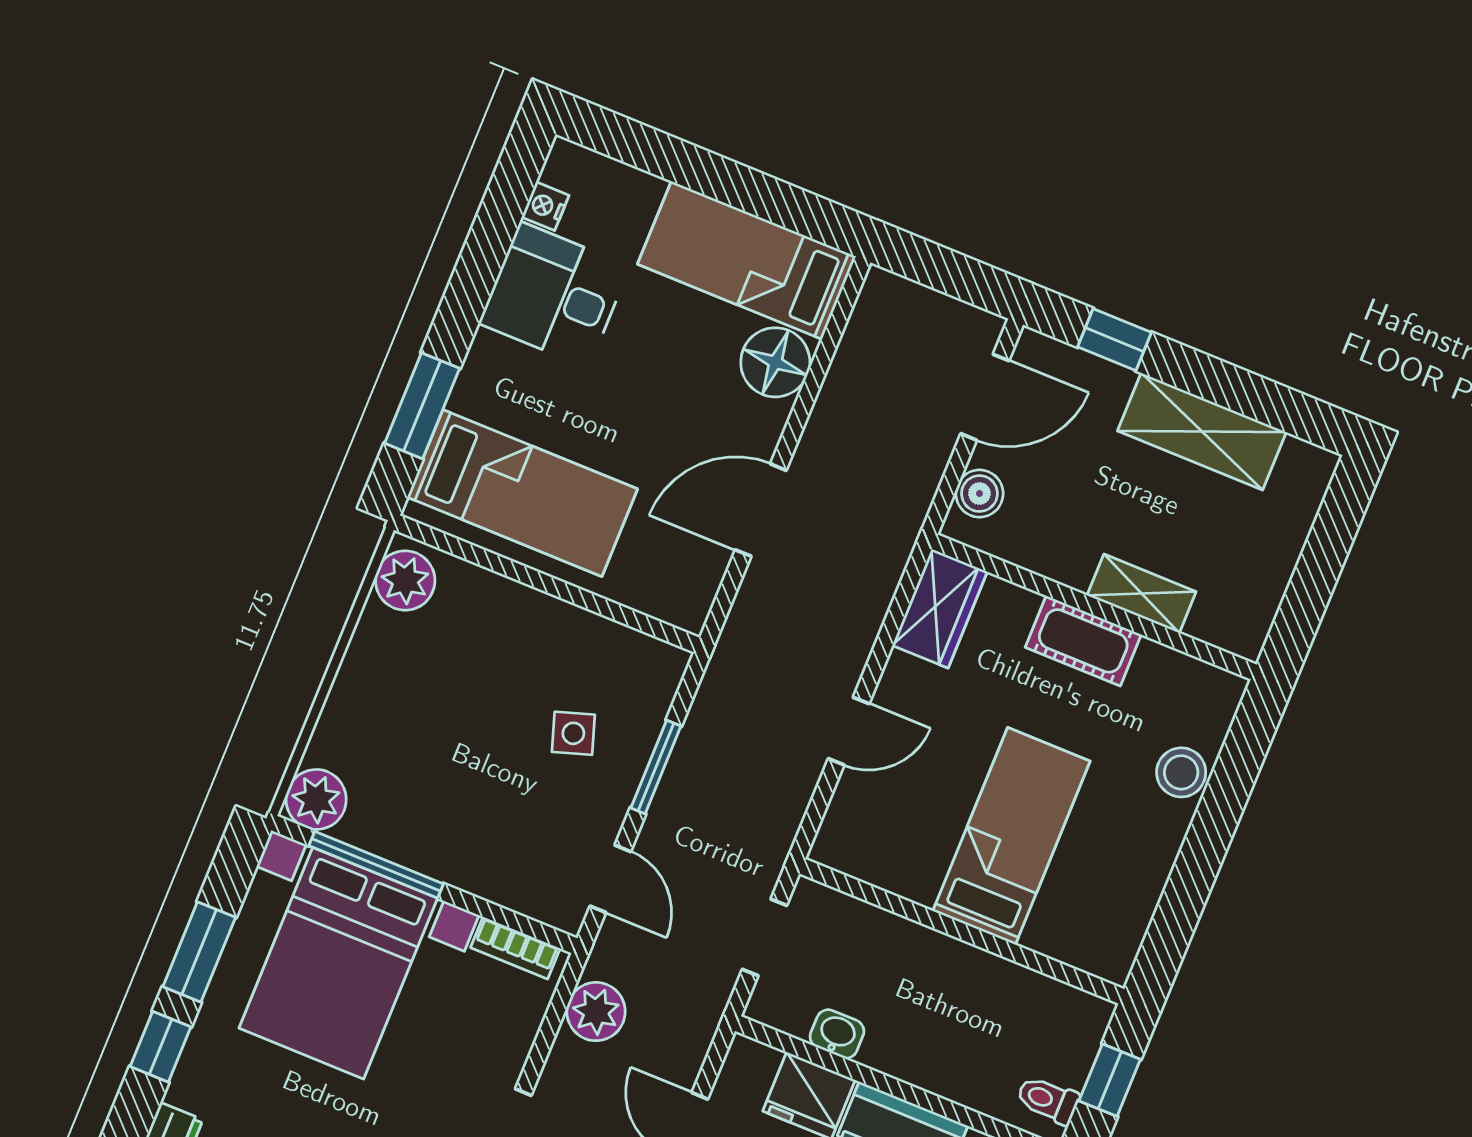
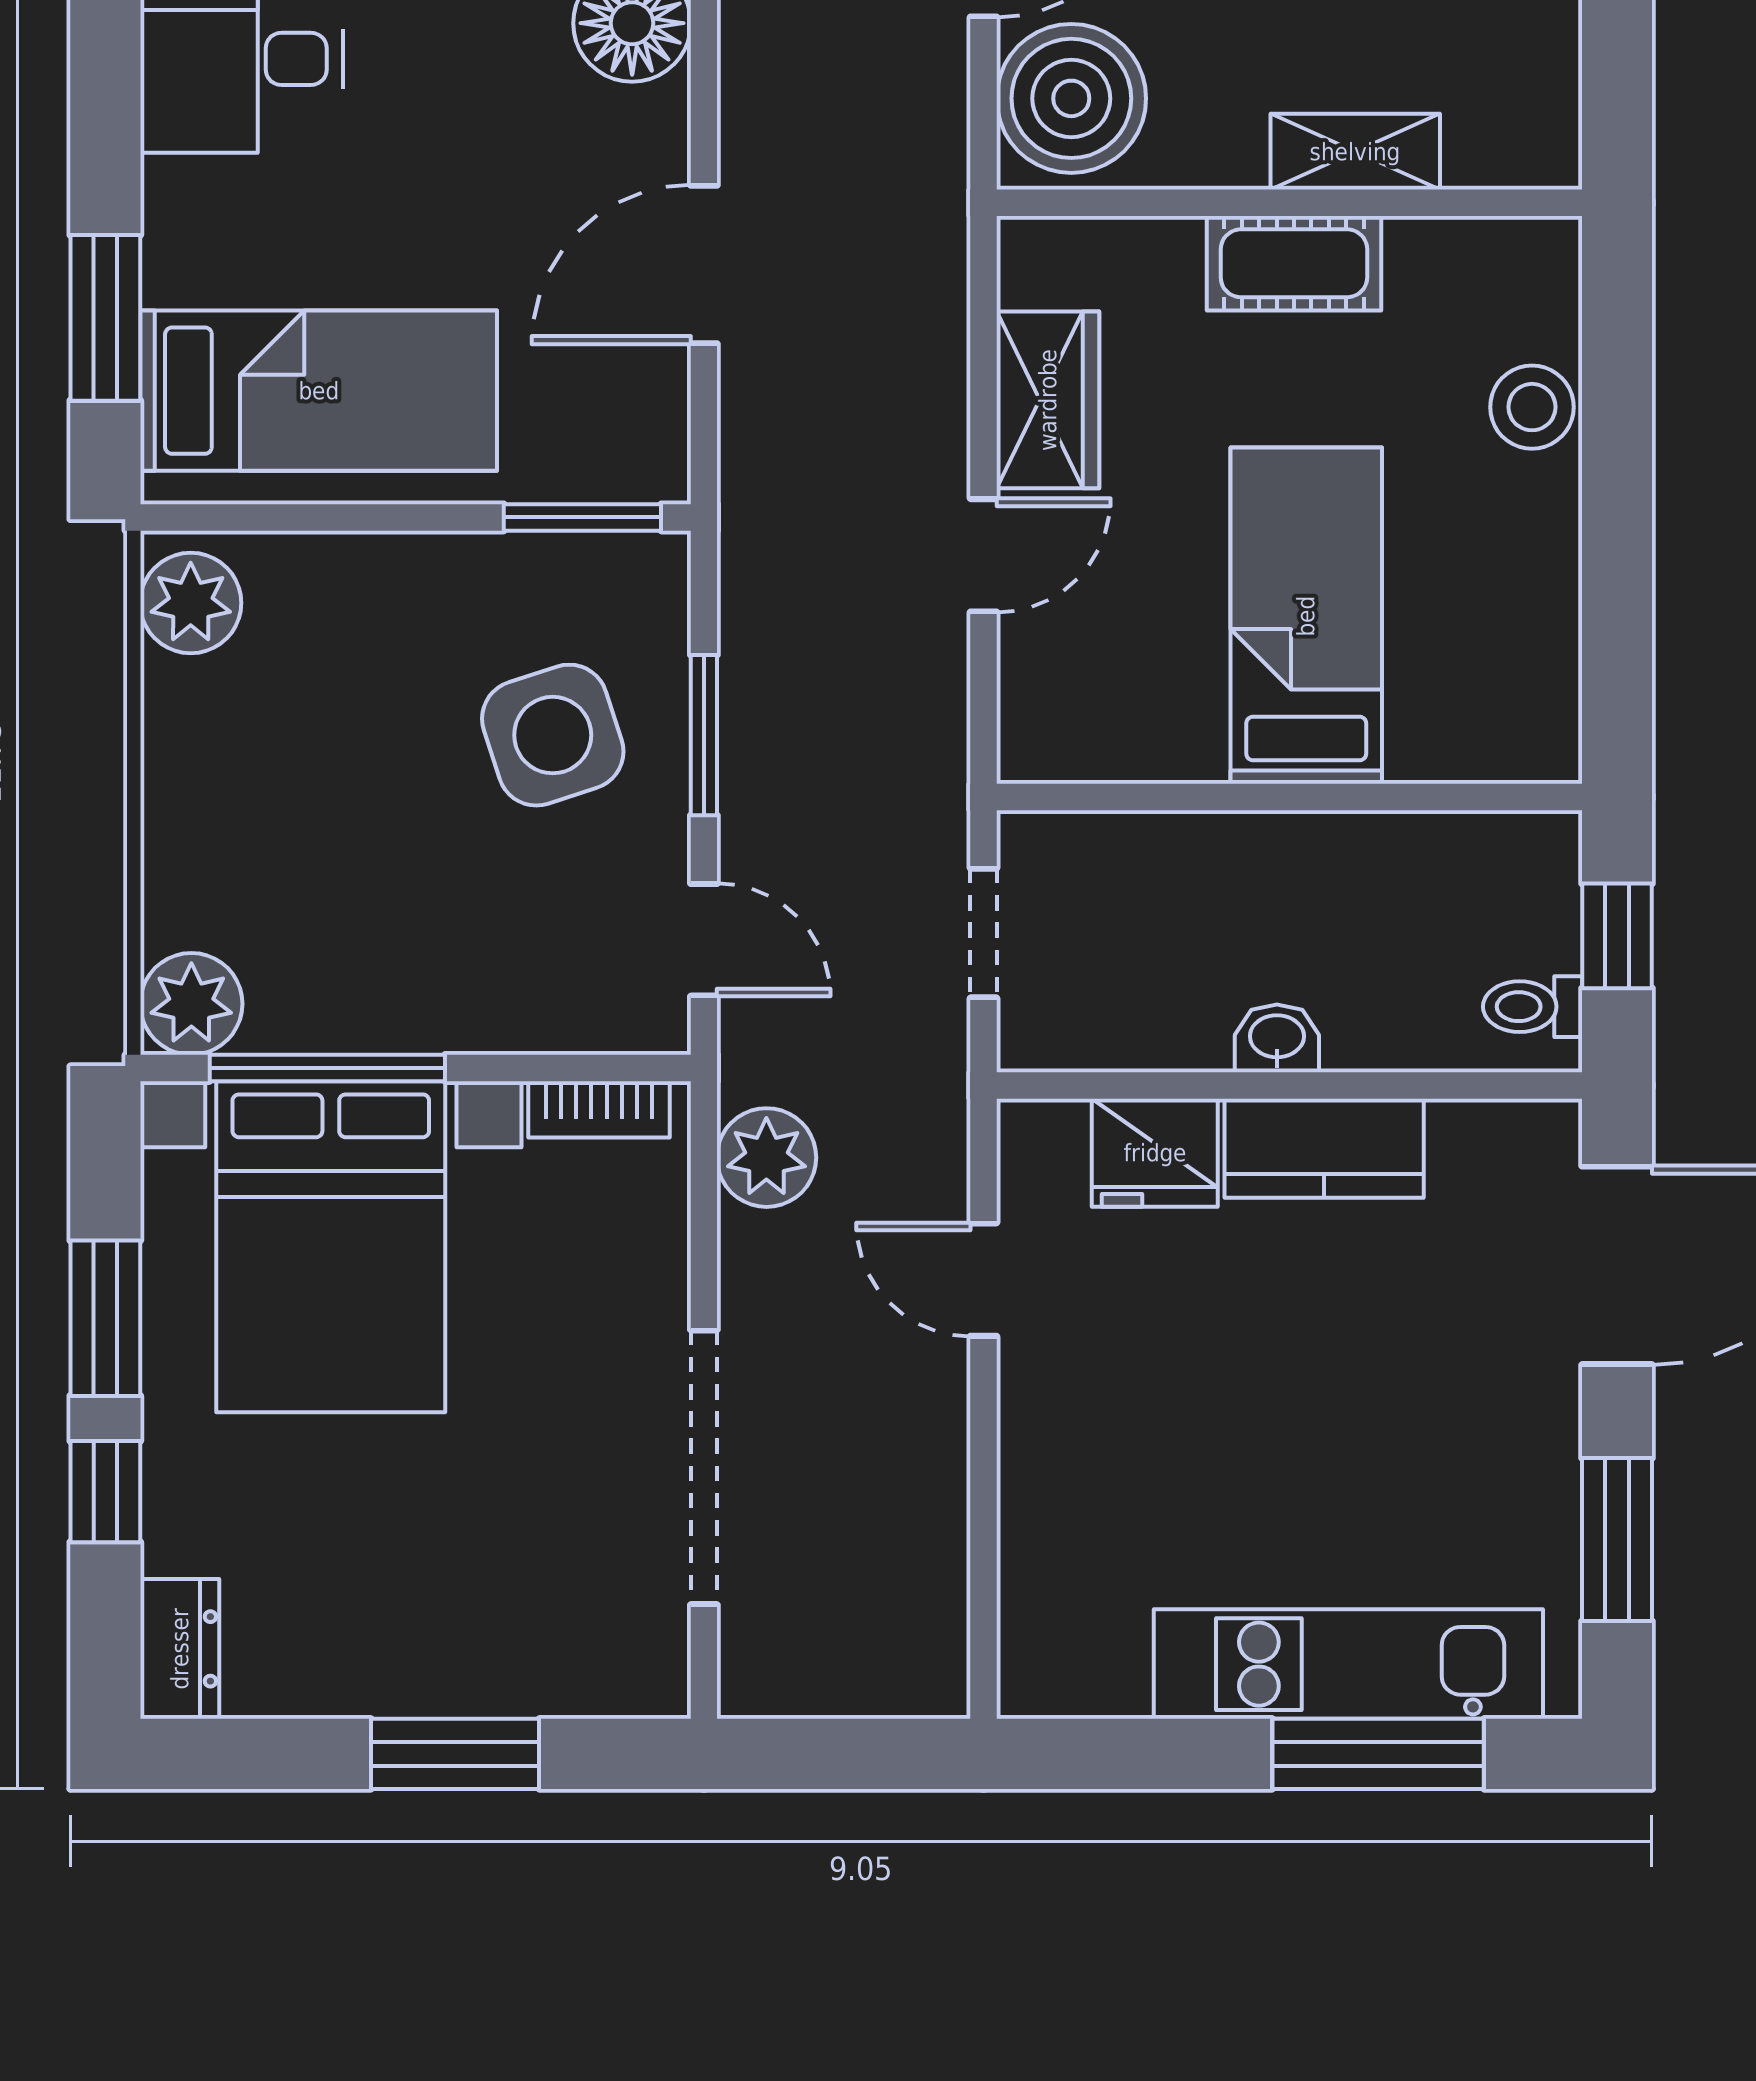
boiler: (979, 494) -> (1071, 98), width x1.86, depth x1.86
wardrobe: (940, 609) -> (1048, 400), moved
window: (638, 621) -> (582, 517), added
side table: (573, 733) -> (553, 735), width x1.87, depth x1.87
washbasin: (837, 1034) -> (1277, 1038), moved

